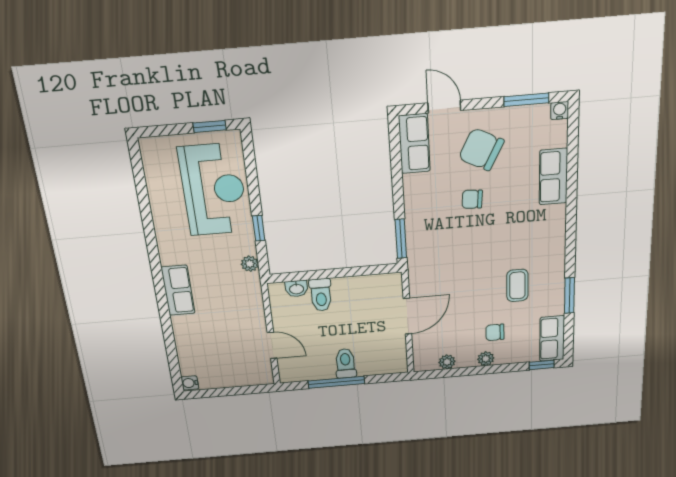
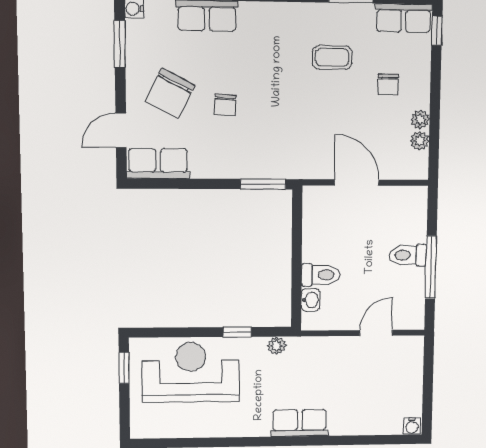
plant: (486, 359) -> (420, 120), moved

